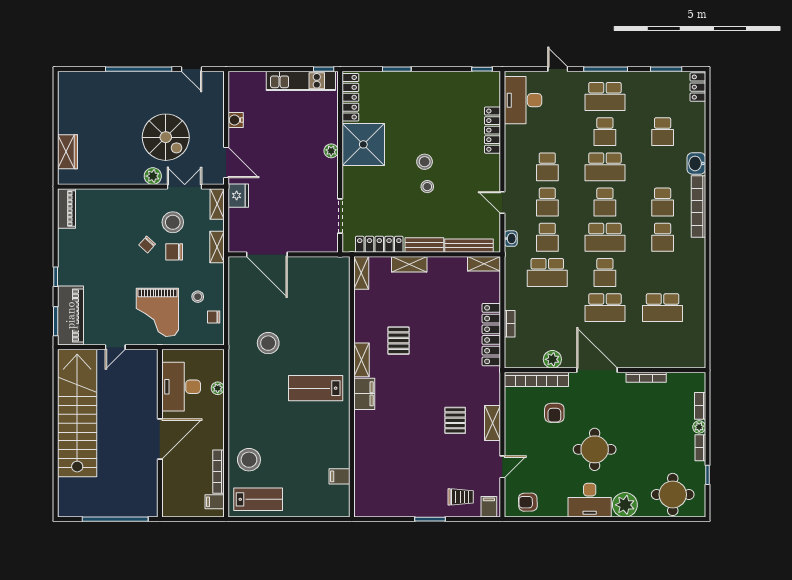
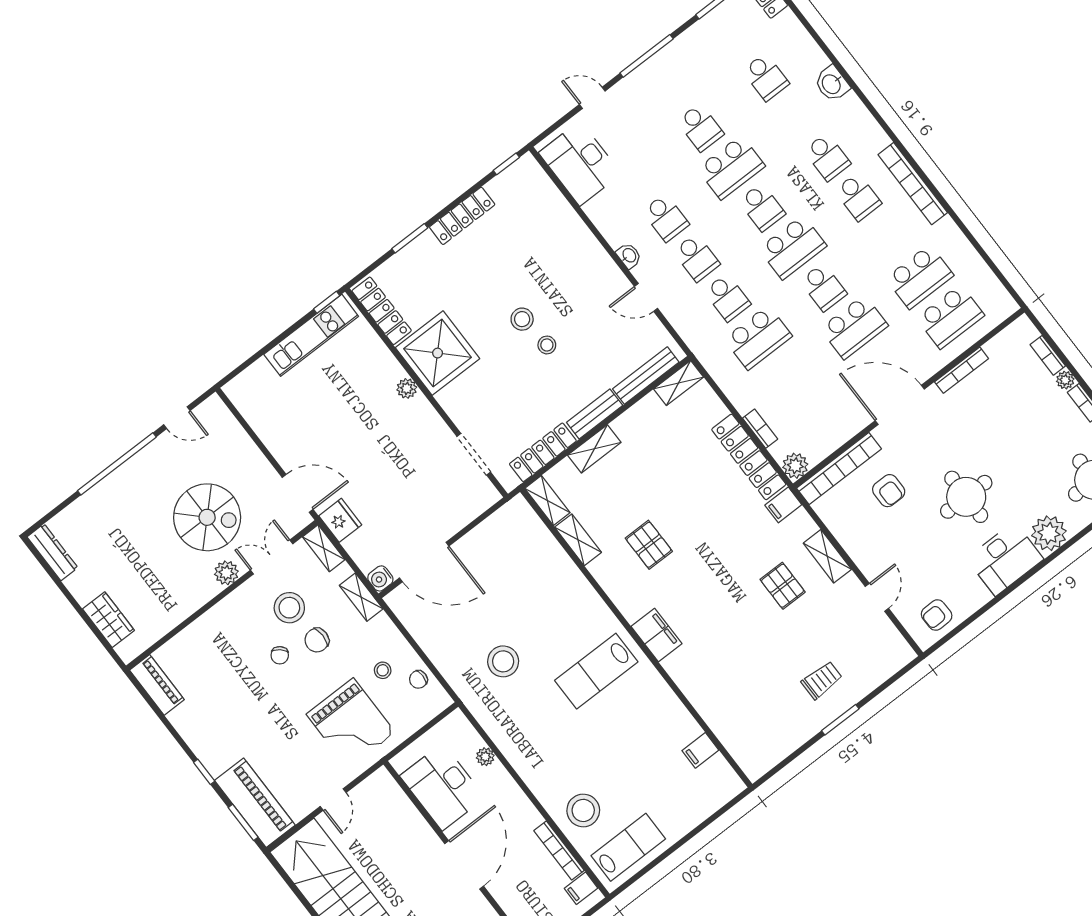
dresser: (65, 91) -> (52, 552), added
school desk: (605, 96) -> (950, 317), moved
water cooler: (236, 120) -> (380, 578), moved
locker: (492, 130) -> (462, 216), moved, turned -90
bookcase: (699, 207) -> (913, 184), moved
washbasin: (511, 239) -> (629, 256), moved
plant: (552, 359) -> (795, 466), moved
shelving: (361, 360) -> (578, 540), moved
trolley: (461, 497) -> (822, 680), moved
filing cabinet: (489, 507) -> (783, 505), moved, turned -90

